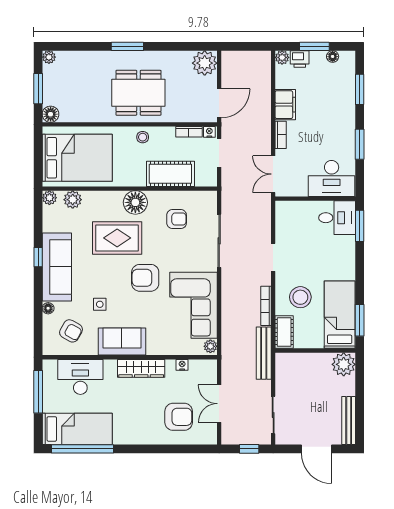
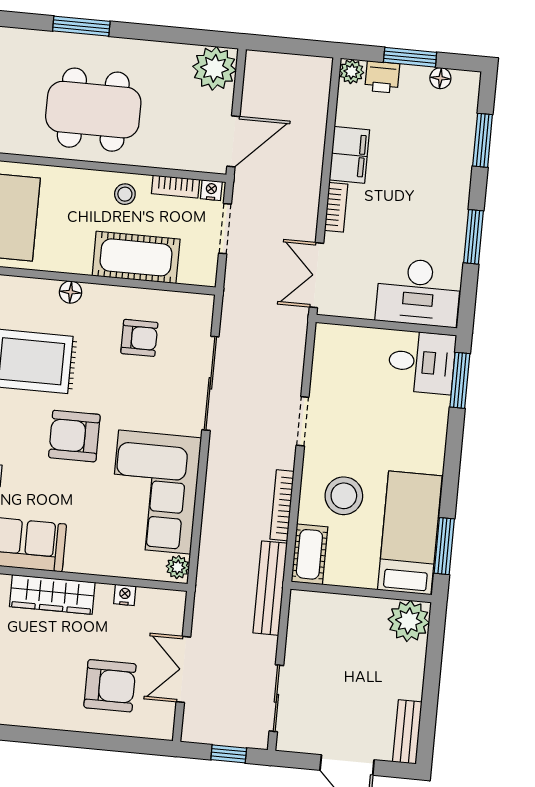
stool: (143, 137) -> (125, 194), moved
floor lamp: (135, 202) -> (71, 292), width x0.53, depth x0.53
bench: (349, 421) -> (407, 732), width x0.73

